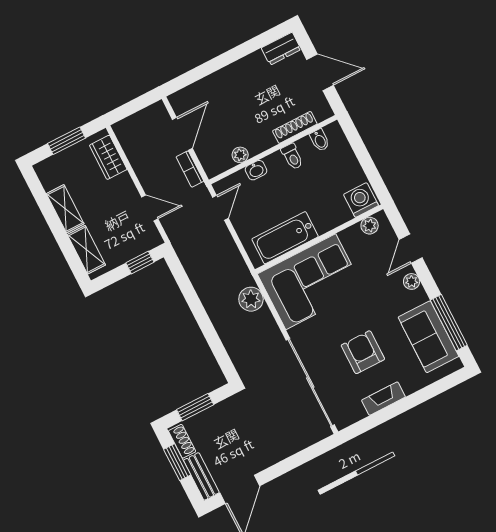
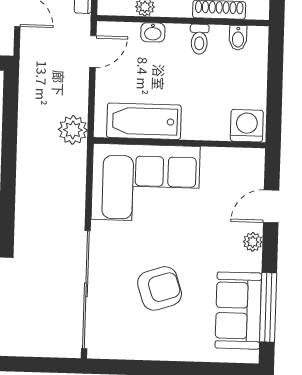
plant: (370, 226) -> (241, 158), removed
plant: (251, 299) -> (73, 130), moved
armchair: (363, 352) -> (160, 288), turned 72
fireplace: (383, 399) -> (154, 350), removed

